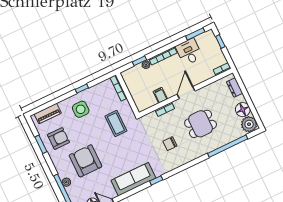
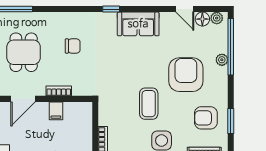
coffee table: (116, 123) -> (149, 104), moved
dining table: (201, 124) -> (24, 52), turned 90
armchair: (86, 161) -> (186, 75), turned 180
sofa: (133, 179) -> (138, 24), width x0.73

